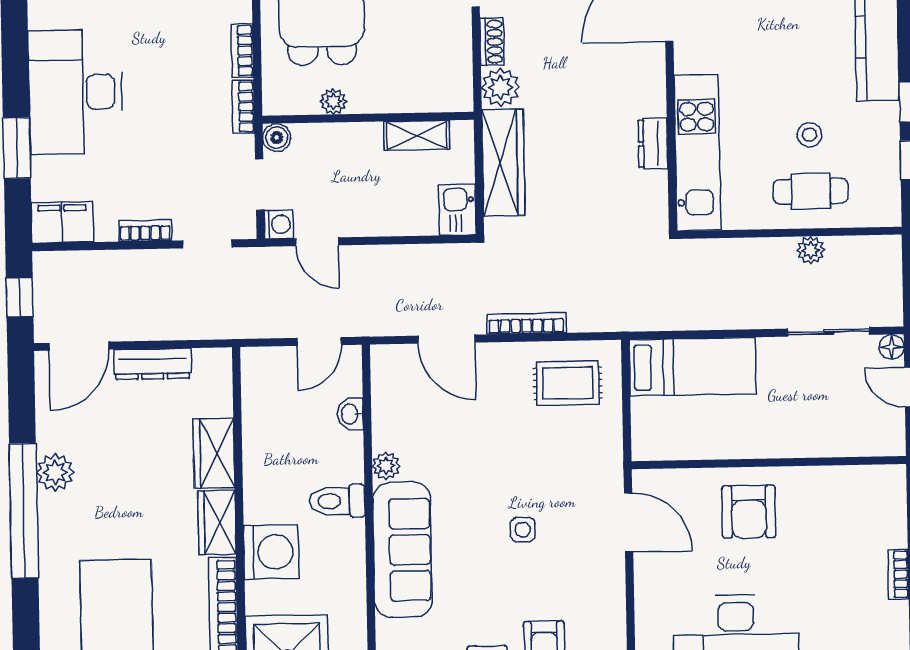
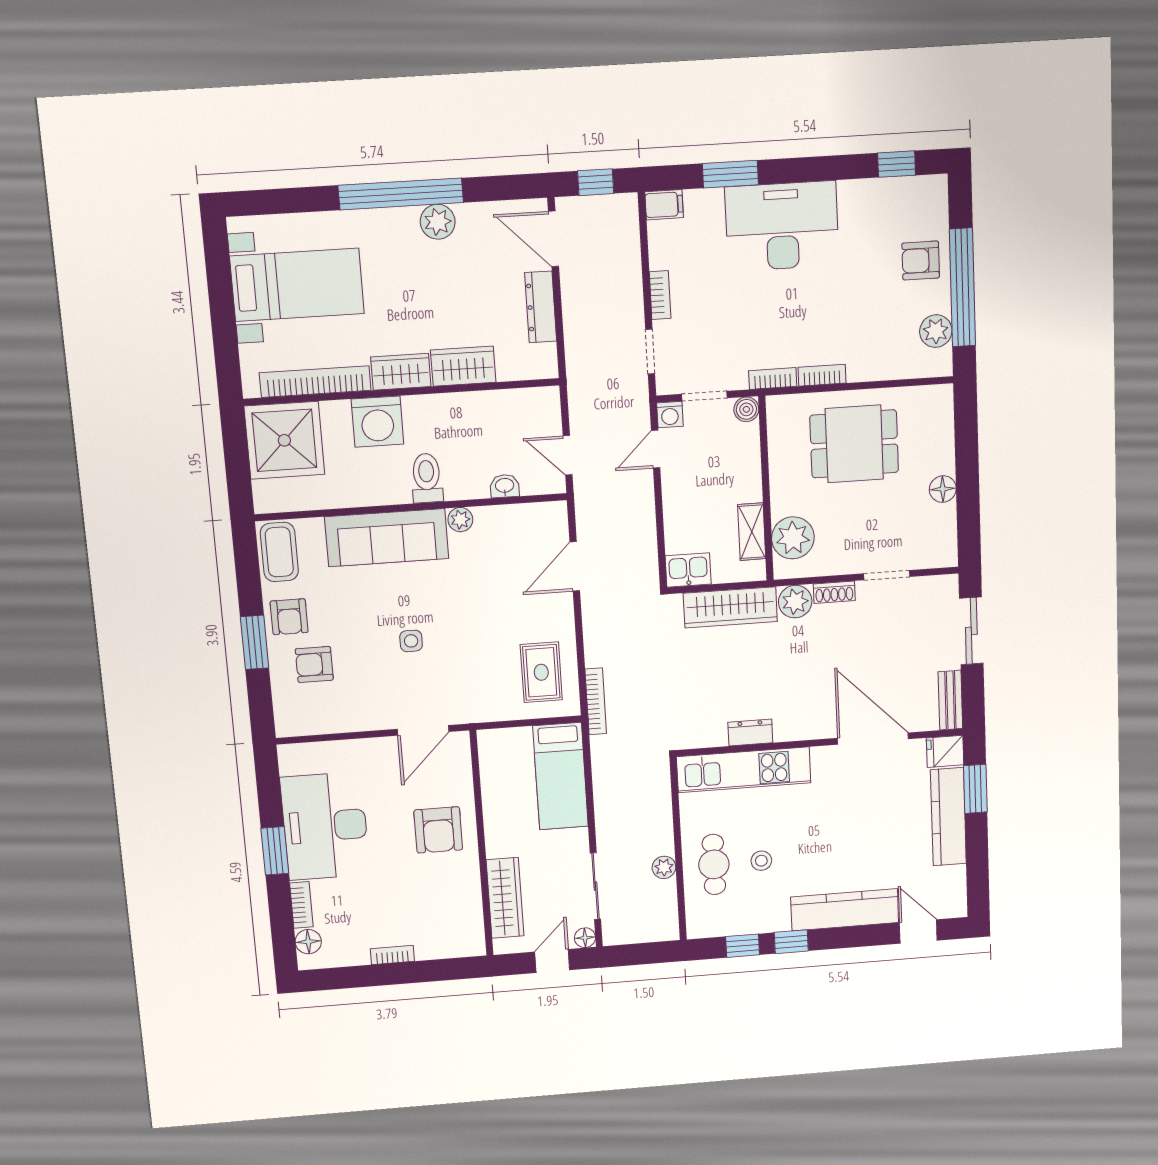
plant: (333, 101) -> (793, 538), moved, width x1.88, depth x1.88
filing cabinet: (62, 222) -> (664, 205), width x0.50
bookcase: (526, 324) -> (596, 701), moved
wardrobe: (836, 439) -> (505, 898), added
armchair: (749, 512) -> (438, 830), turned -90

